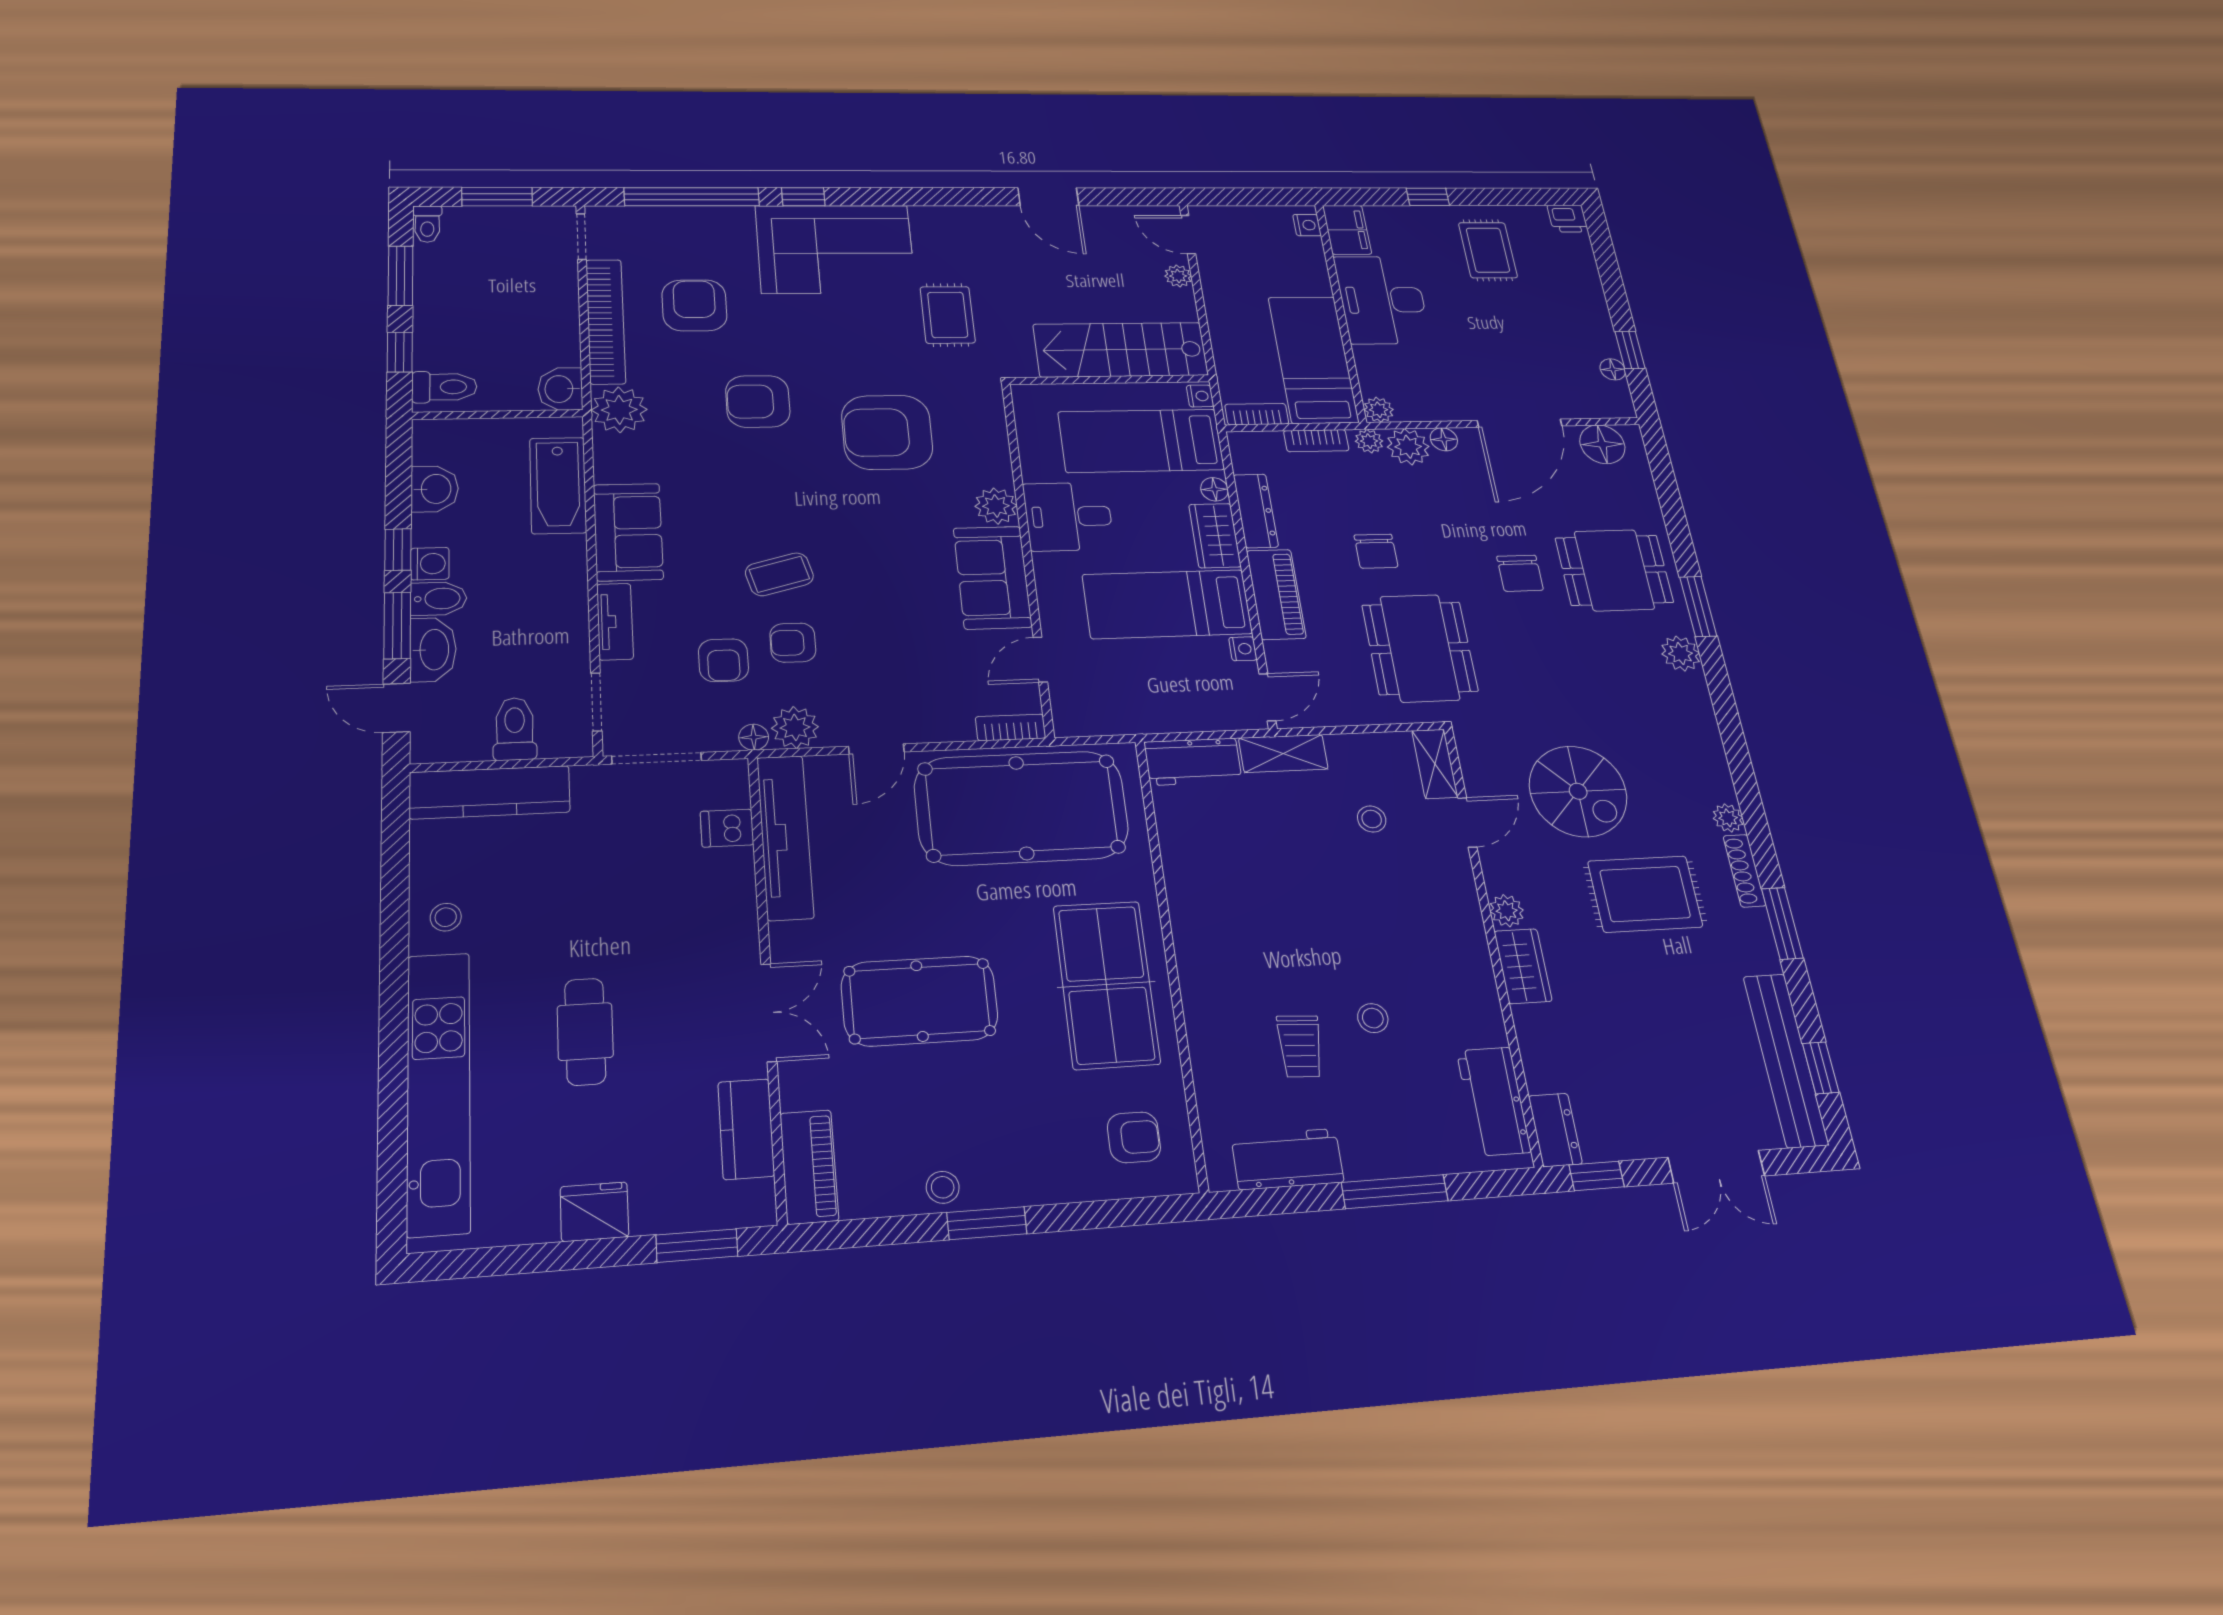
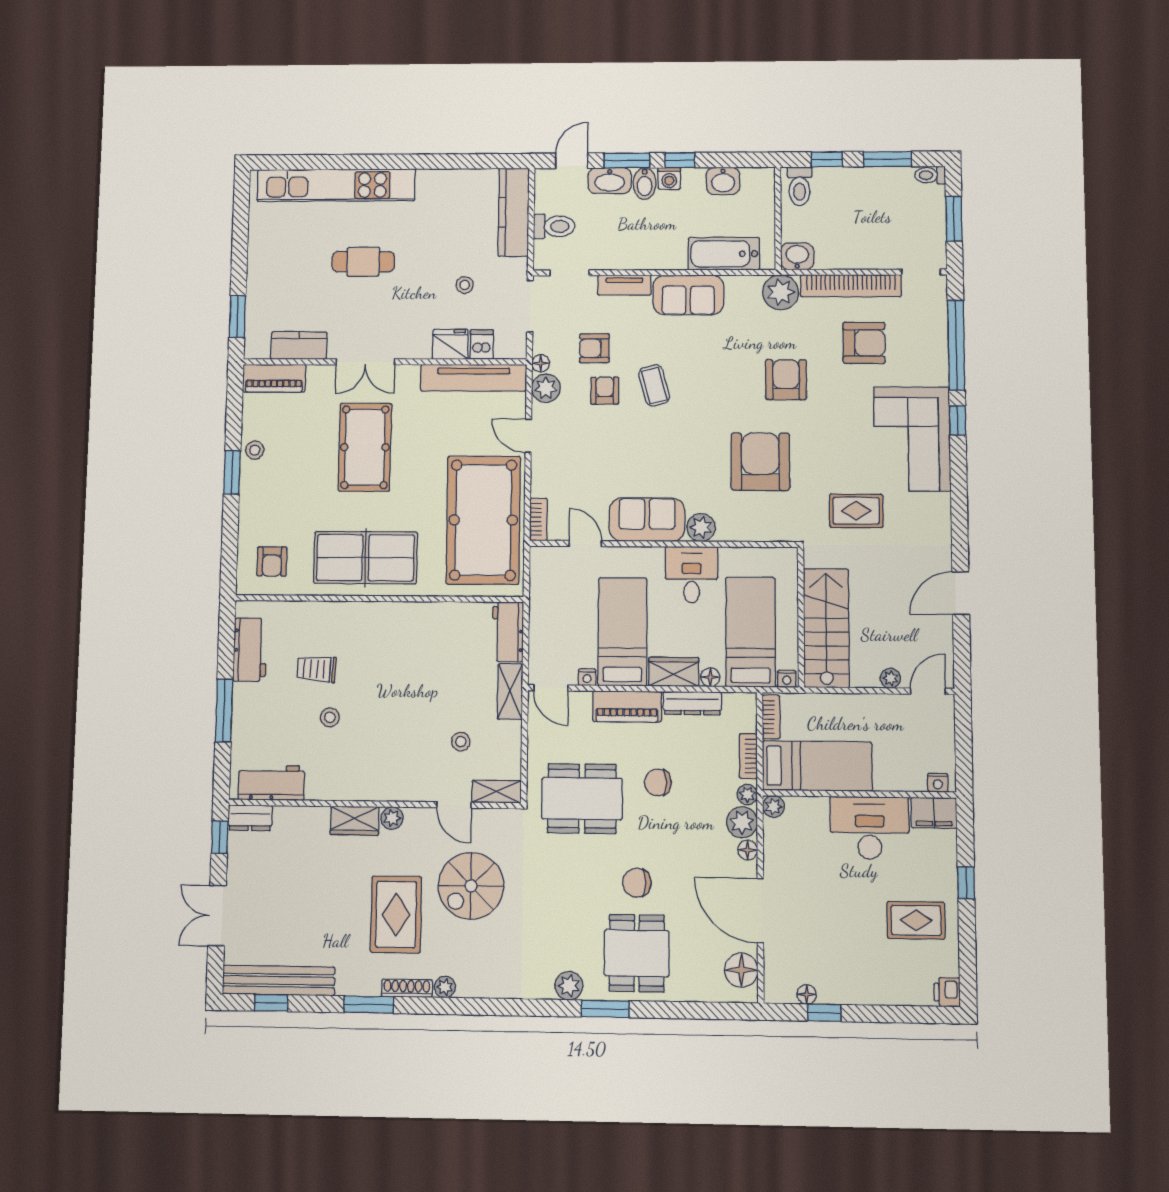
stool: (446, 917) -> (465, 285), moved
fridge: (594, 1212) -> (450, 344), moved, turned -90

